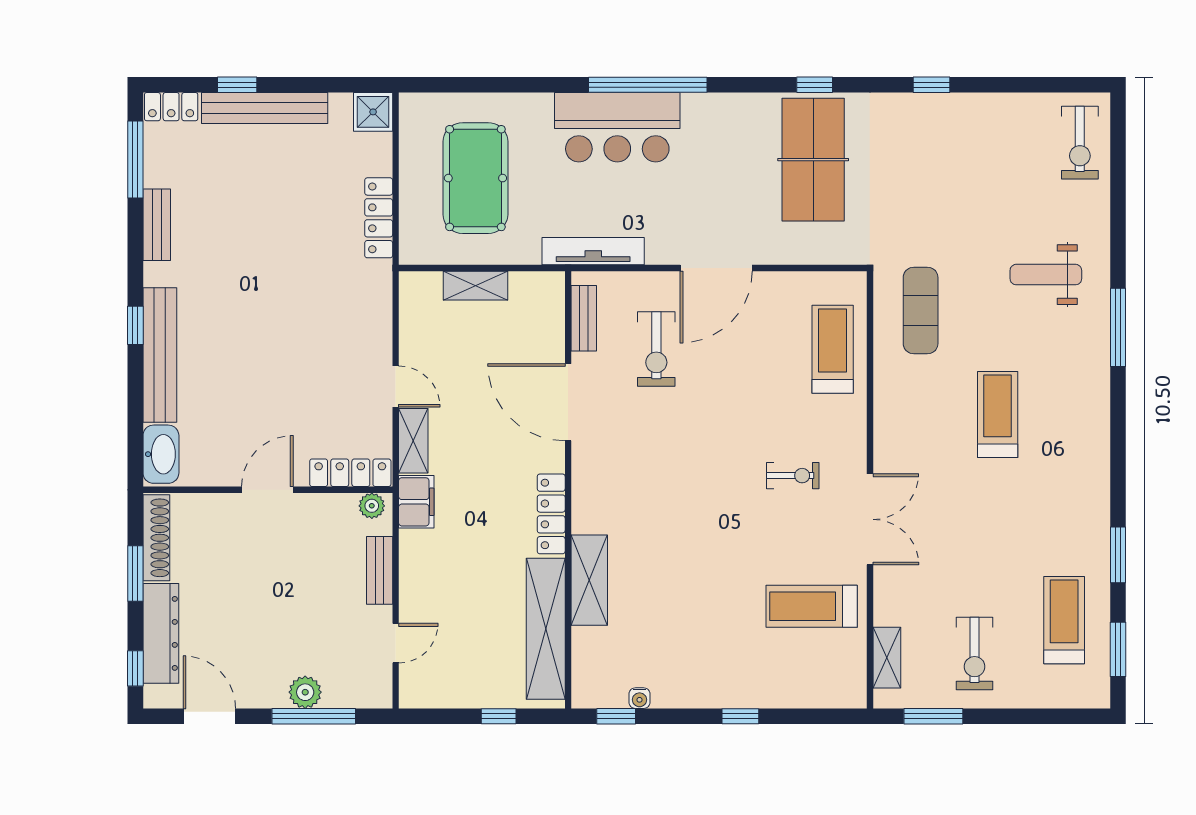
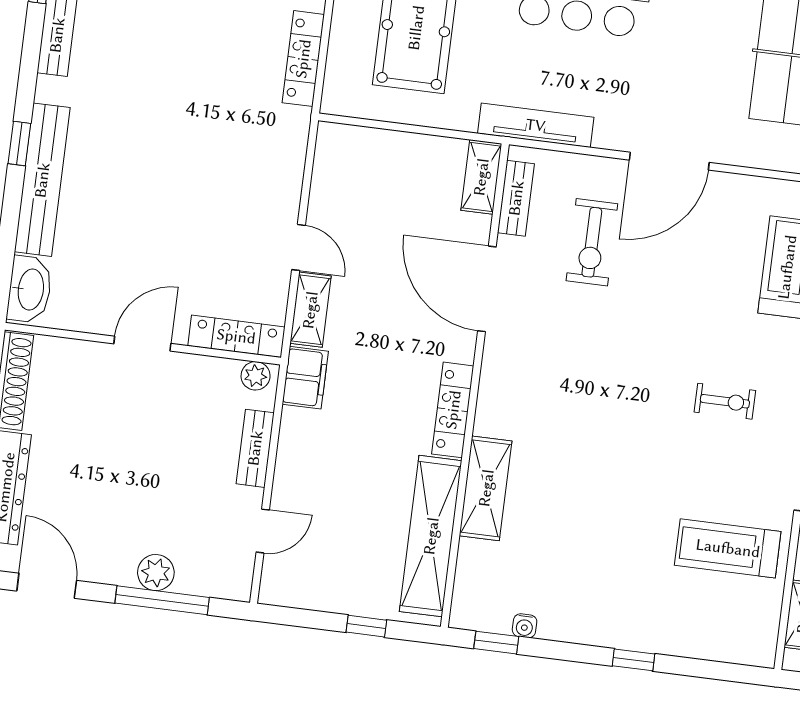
shelving: (475, 286) -> (481, 177), moved, turned 90

